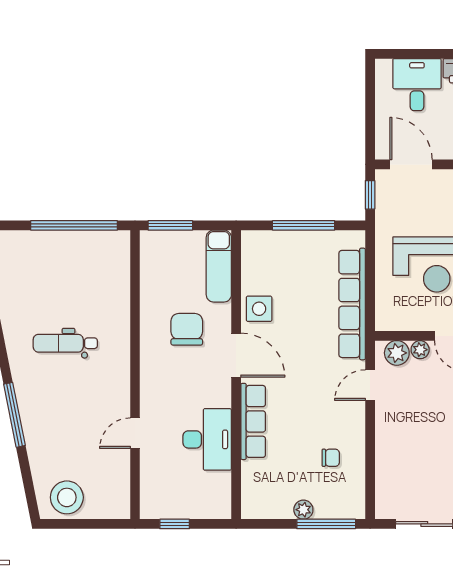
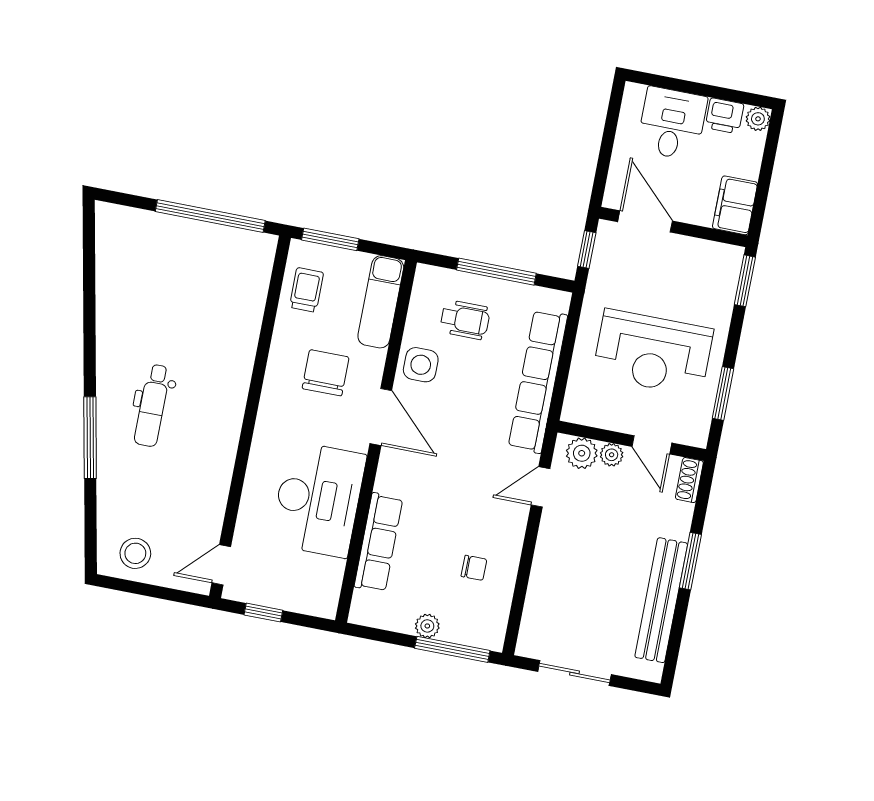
wheelchair: (287, 267) -> (465, 320), added
trolley: (160, 268) -> (306, 290), added
dental chair: (65, 343) -> (152, 405), moved, turned -90
row of seats: (253, 421) -> (378, 542), moved
door: (135, 433) -> (221, 565), moved
desk: (207, 439) -> (318, 499), width x1.36, depth x1.30
stool: (67, 497) -> (135, 553), width x0.73, depth x0.73

